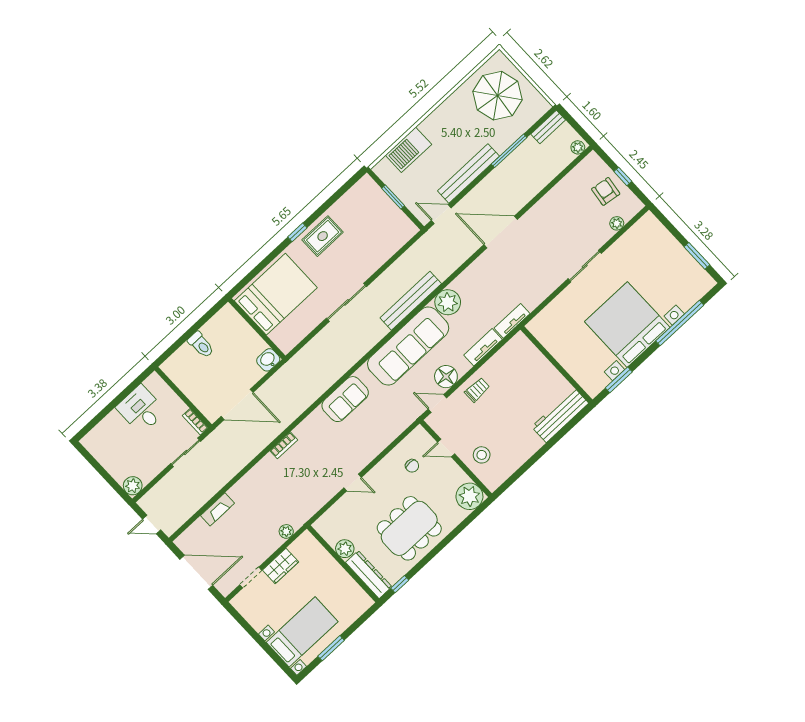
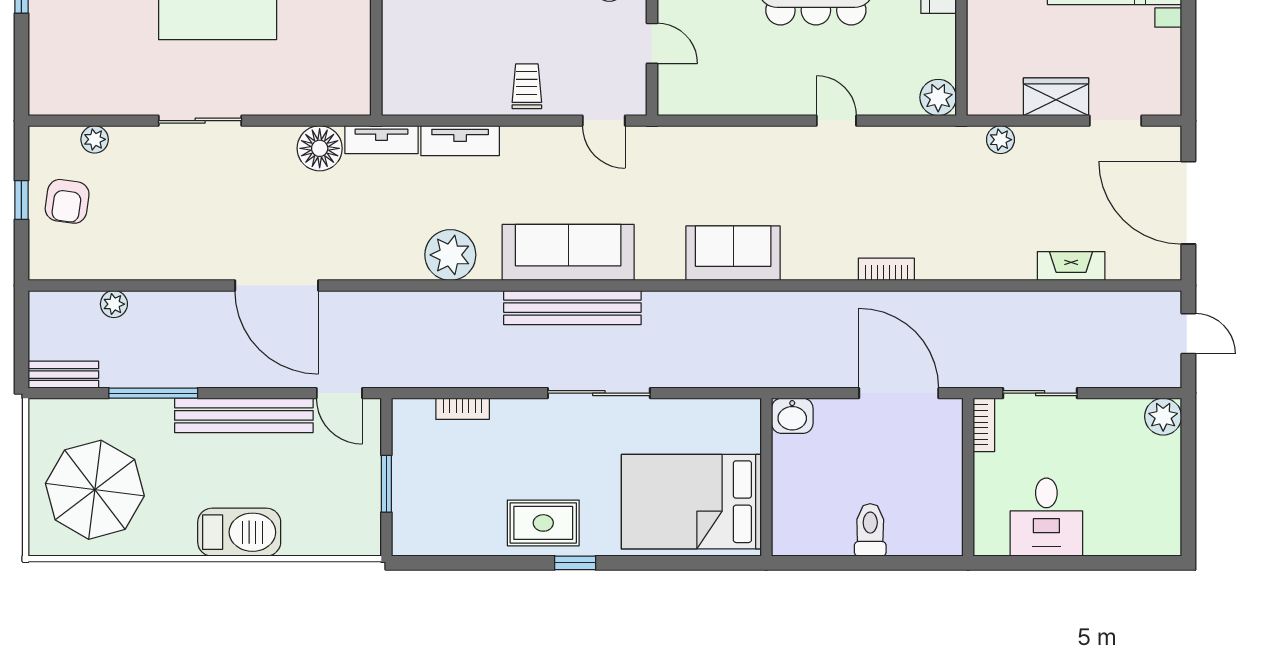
plant: (578, 147) -> (114, 304), moved
barbecue: (408, 150) -> (239, 532), moved
bookcase: (391, 250) -> (463, 409), added
bench: (411, 301) -> (572, 308), moved
sofa: (408, 346) -> (568, 252), width x0.74, depth x0.79
floor lamp: (446, 377) -> (320, 148), moved
trolley: (477, 390) -> (527, 86), turned 90
chair: (412, 466) -> (726, 64), removed
plant: (345, 549) -> (938, 97), moved

